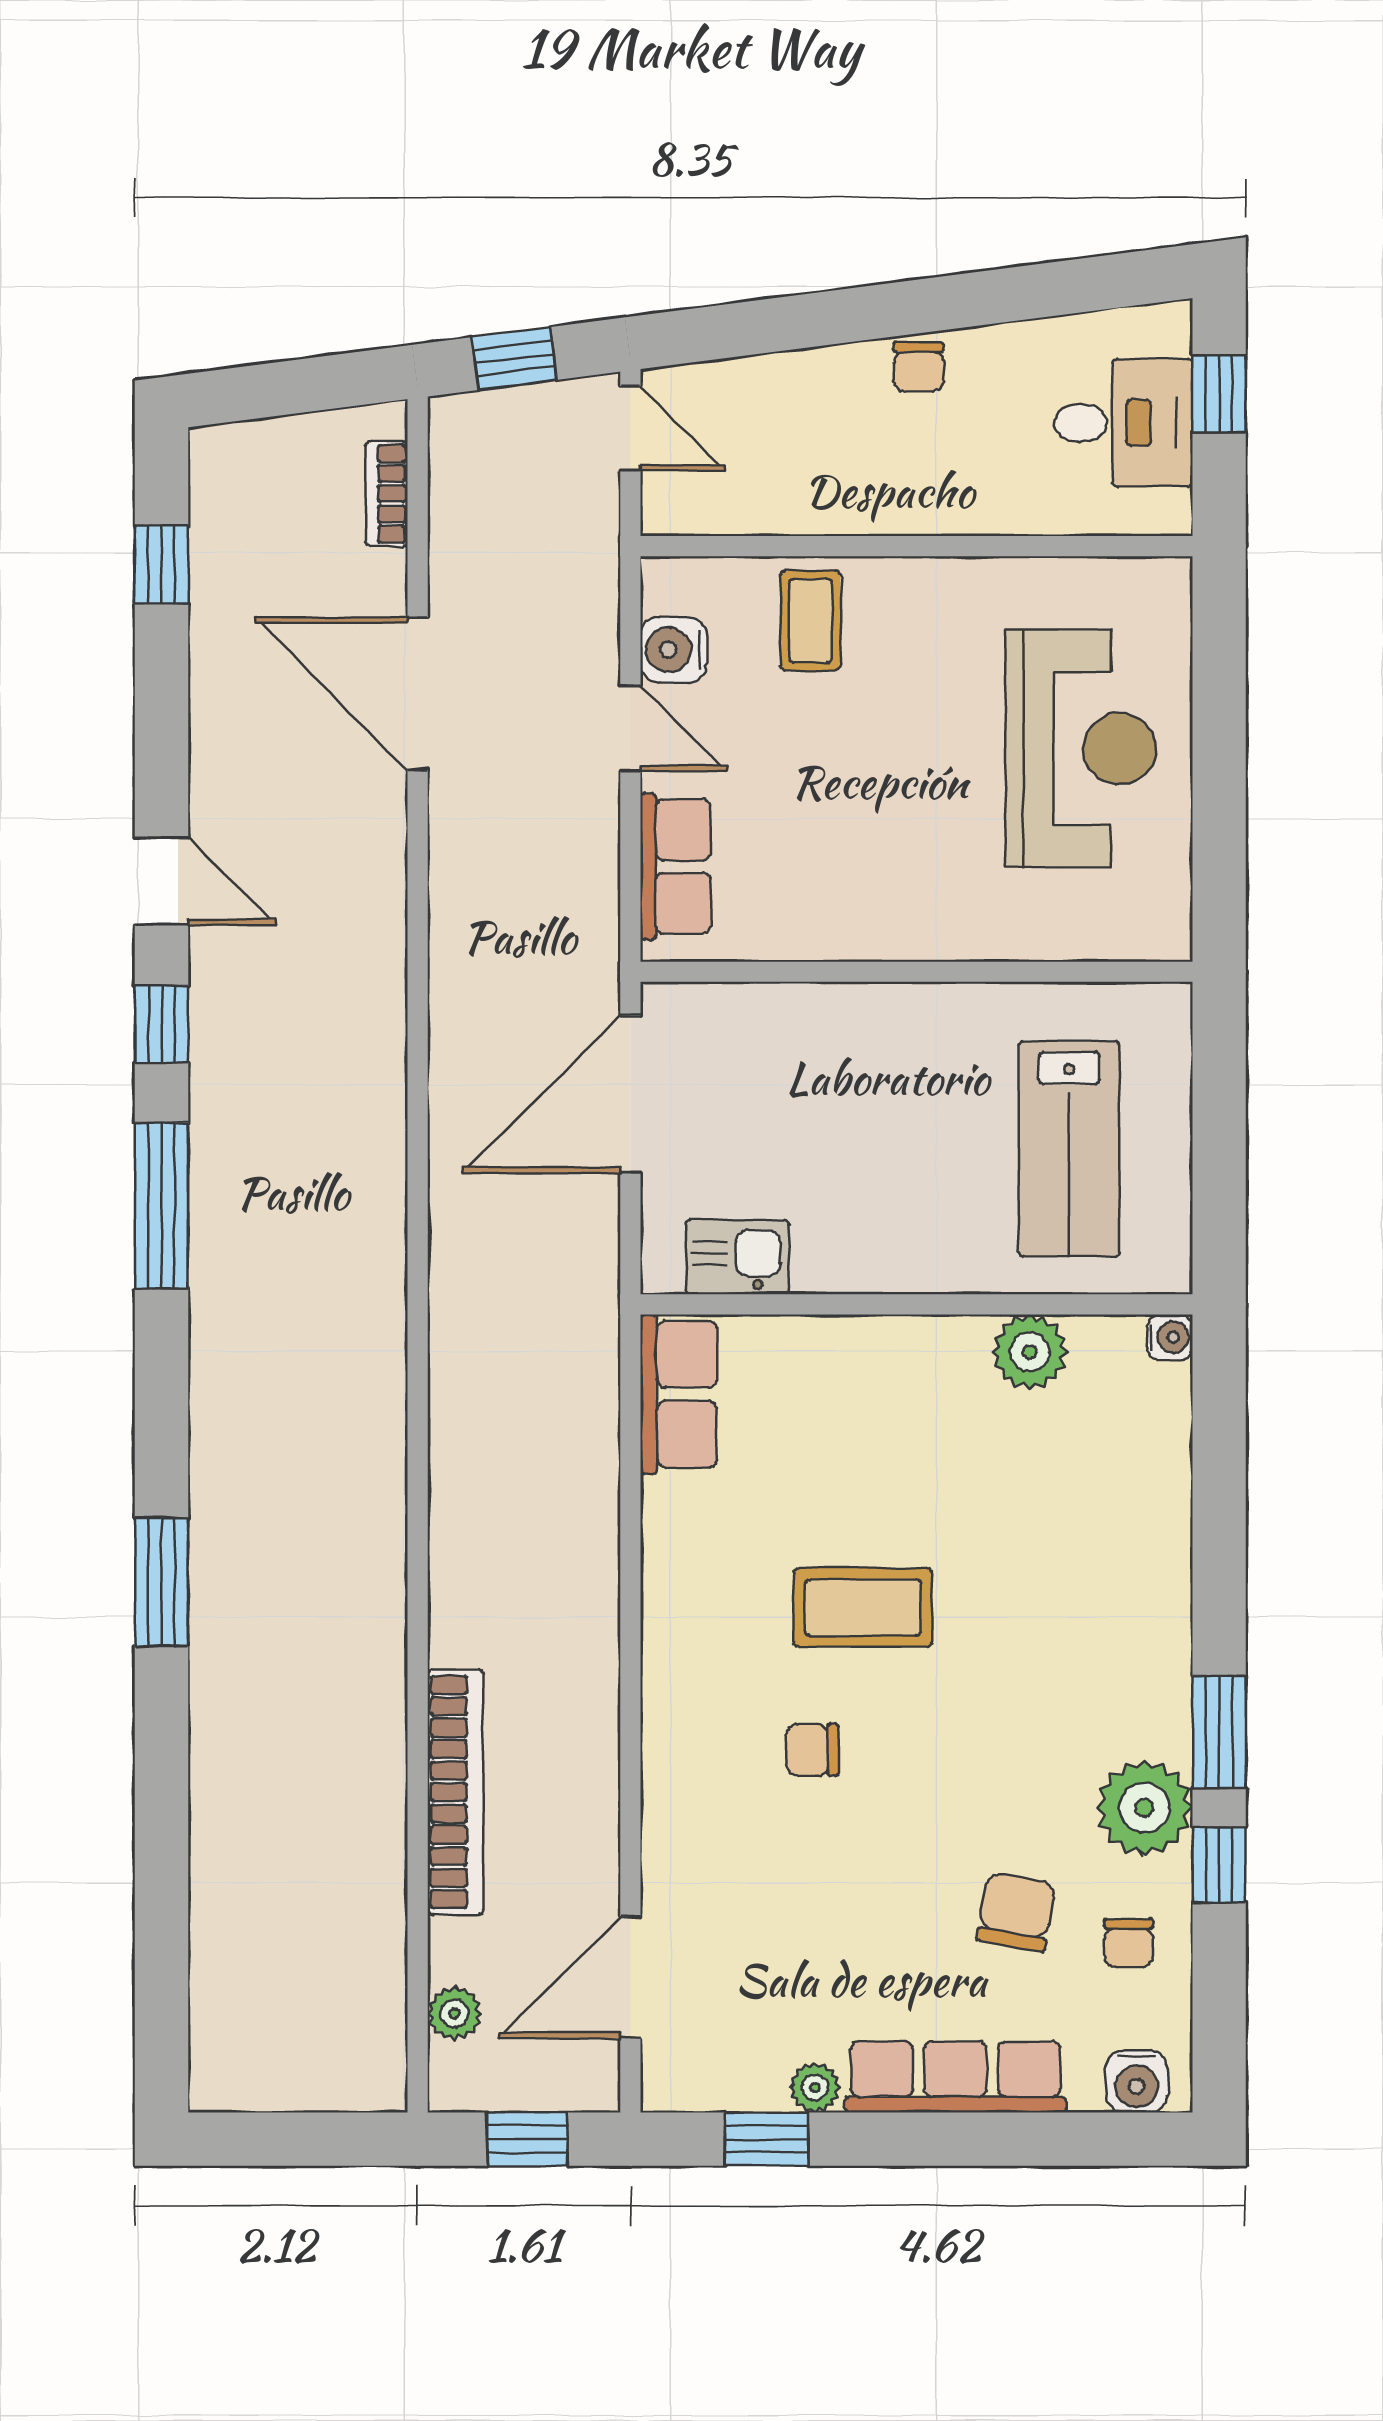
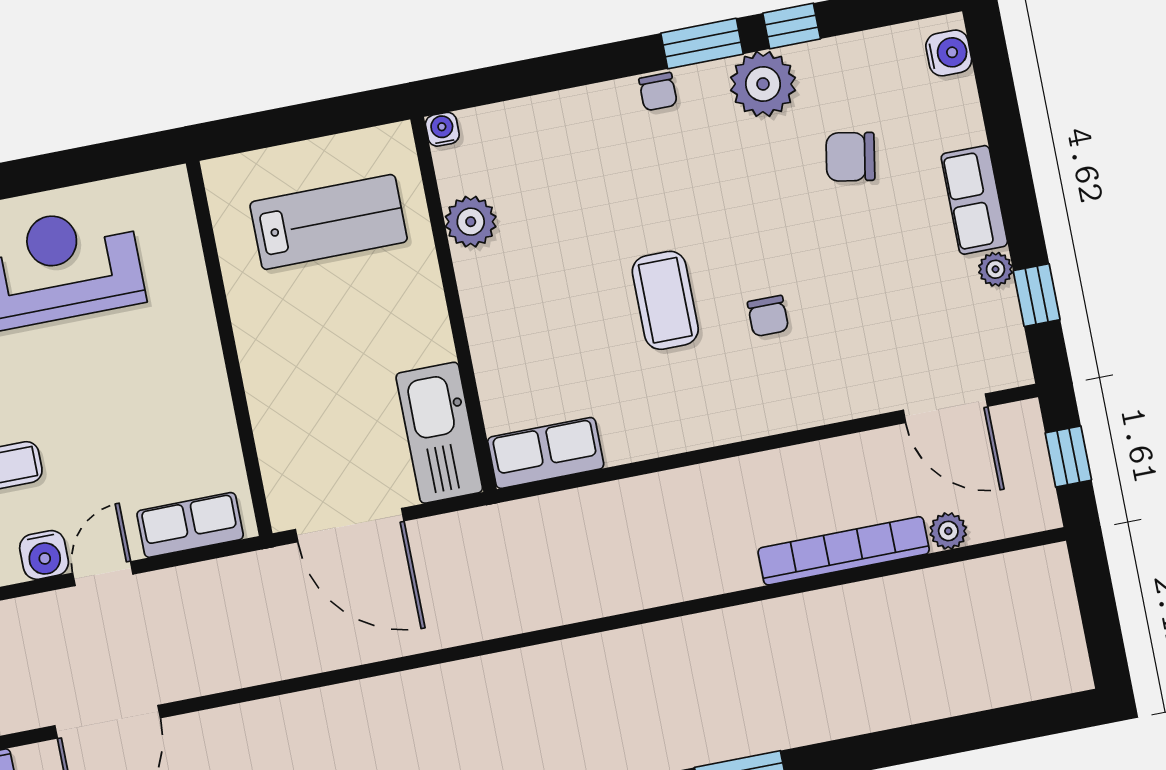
kitchen sink: (737, 1257) -> (439, 433), width x1.88, depth x1.24
chair: (1129, 1943) -> (658, 92), moved, turned 90
plant: (455, 2013) -> (948, 531), moved
row of seats: (955, 2077) -> (974, 200), width x0.68

